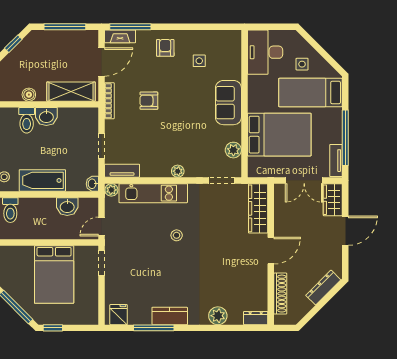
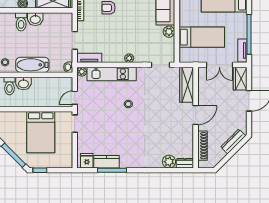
bed: (279, 135) -> (202, 37), width x0.67
plant: (233, 150) -> (169, 32), moved
washbasin: (67, 207) -> (23, 83), moved
kitchen counter: (170, 316) -> (106, 162), moved
plant: (218, 316) -> (169, 162), moved

